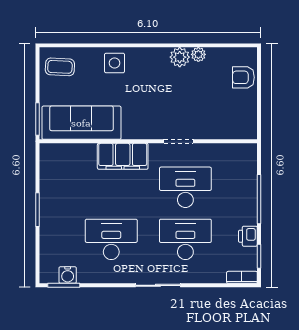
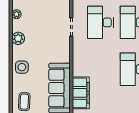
plant: (180, 57) -> (18, 38), moved
filing cabinet: (123, 156) -> (81, 93), moved

